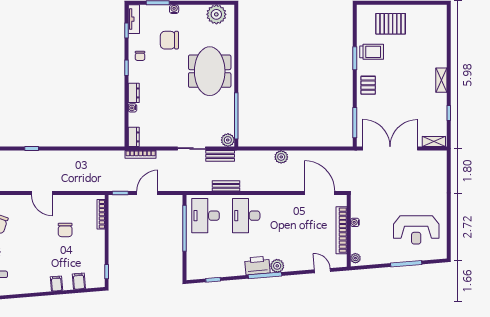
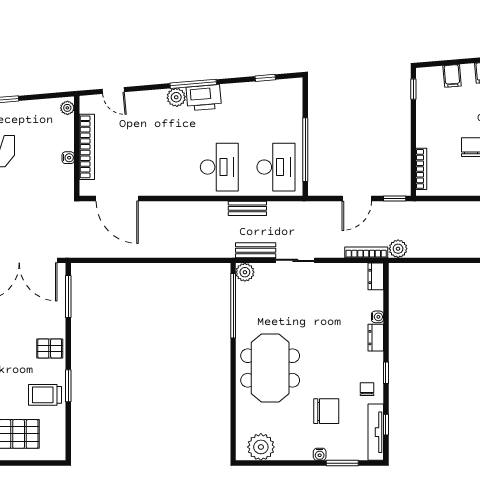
tv unit: (134, 19) -> (376, 432), width x1.41
pallet: (368, 85) -> (50, 348), turned 90
plant: (281, 157) -> (398, 249), moved

